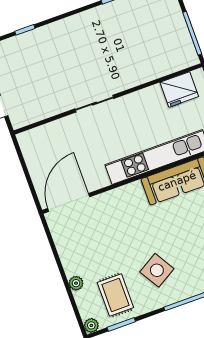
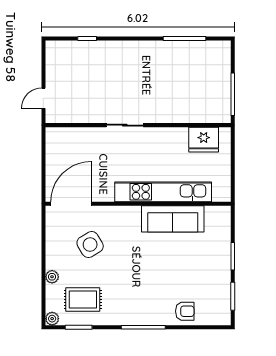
side table: (157, 270) -> (90, 245), moved
rug: (115, 295) -> (83, 300), turned 90

